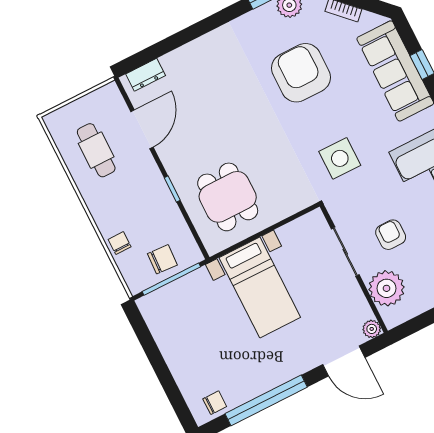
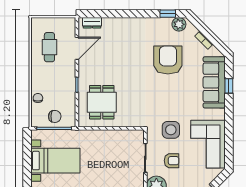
side table: (340, 158) -> (171, 130), moved
armchair: (391, 235) -> (172, 161), turned 90
bed with nightstands: (260, 287) -> (55, 161), moved, turned -90

